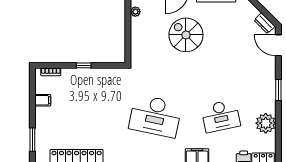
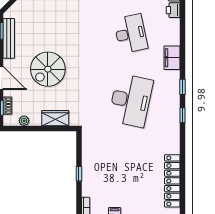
wardrobe: (138, 42) -> (55, 118), added

